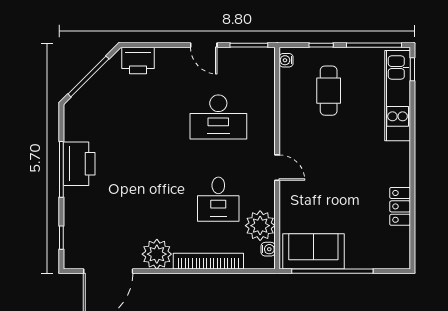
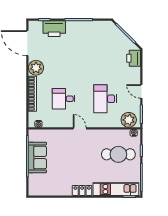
door: (204, 45) -> (141, 91), hinge flipped
cafe table: (329, 91) -> (118, 154), width x1.37, depth x1.35
printer: (79, 164) -> (54, 29), moved
door: (277, 168) -> (80, 128), swing flipped
locker: (400, 206) -> (82, 190), moved
plant: (260, 226) -> (129, 120), moved
sofa: (313, 251) -> (37, 158), moved

